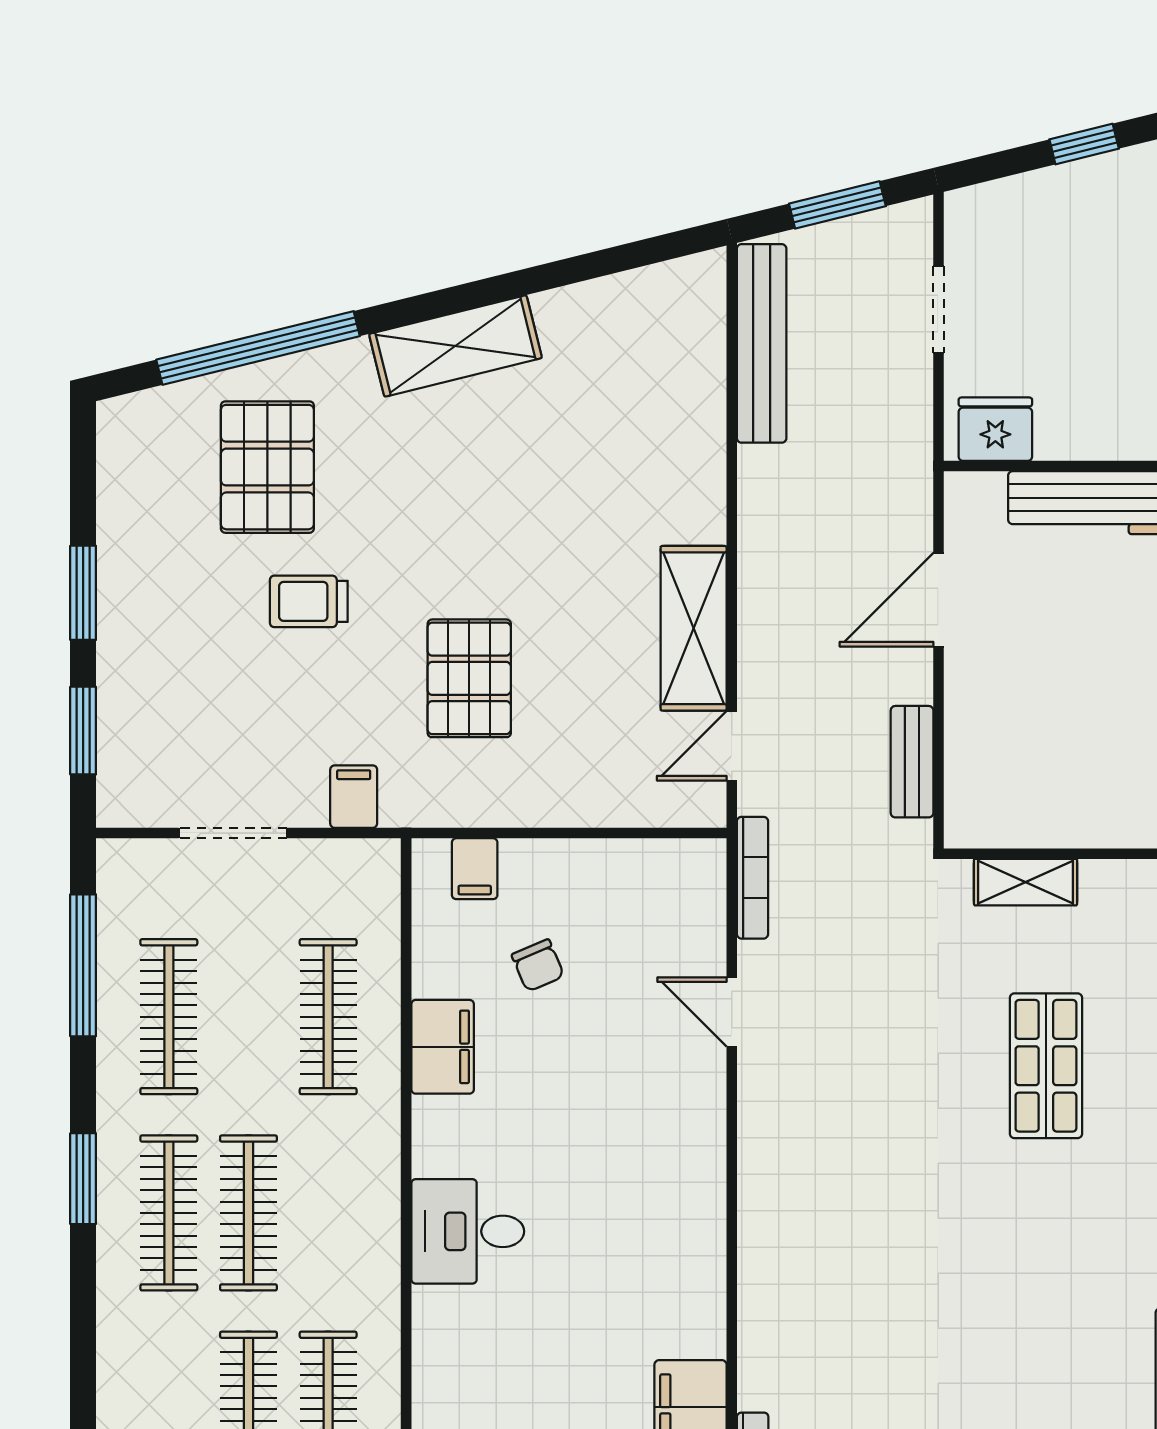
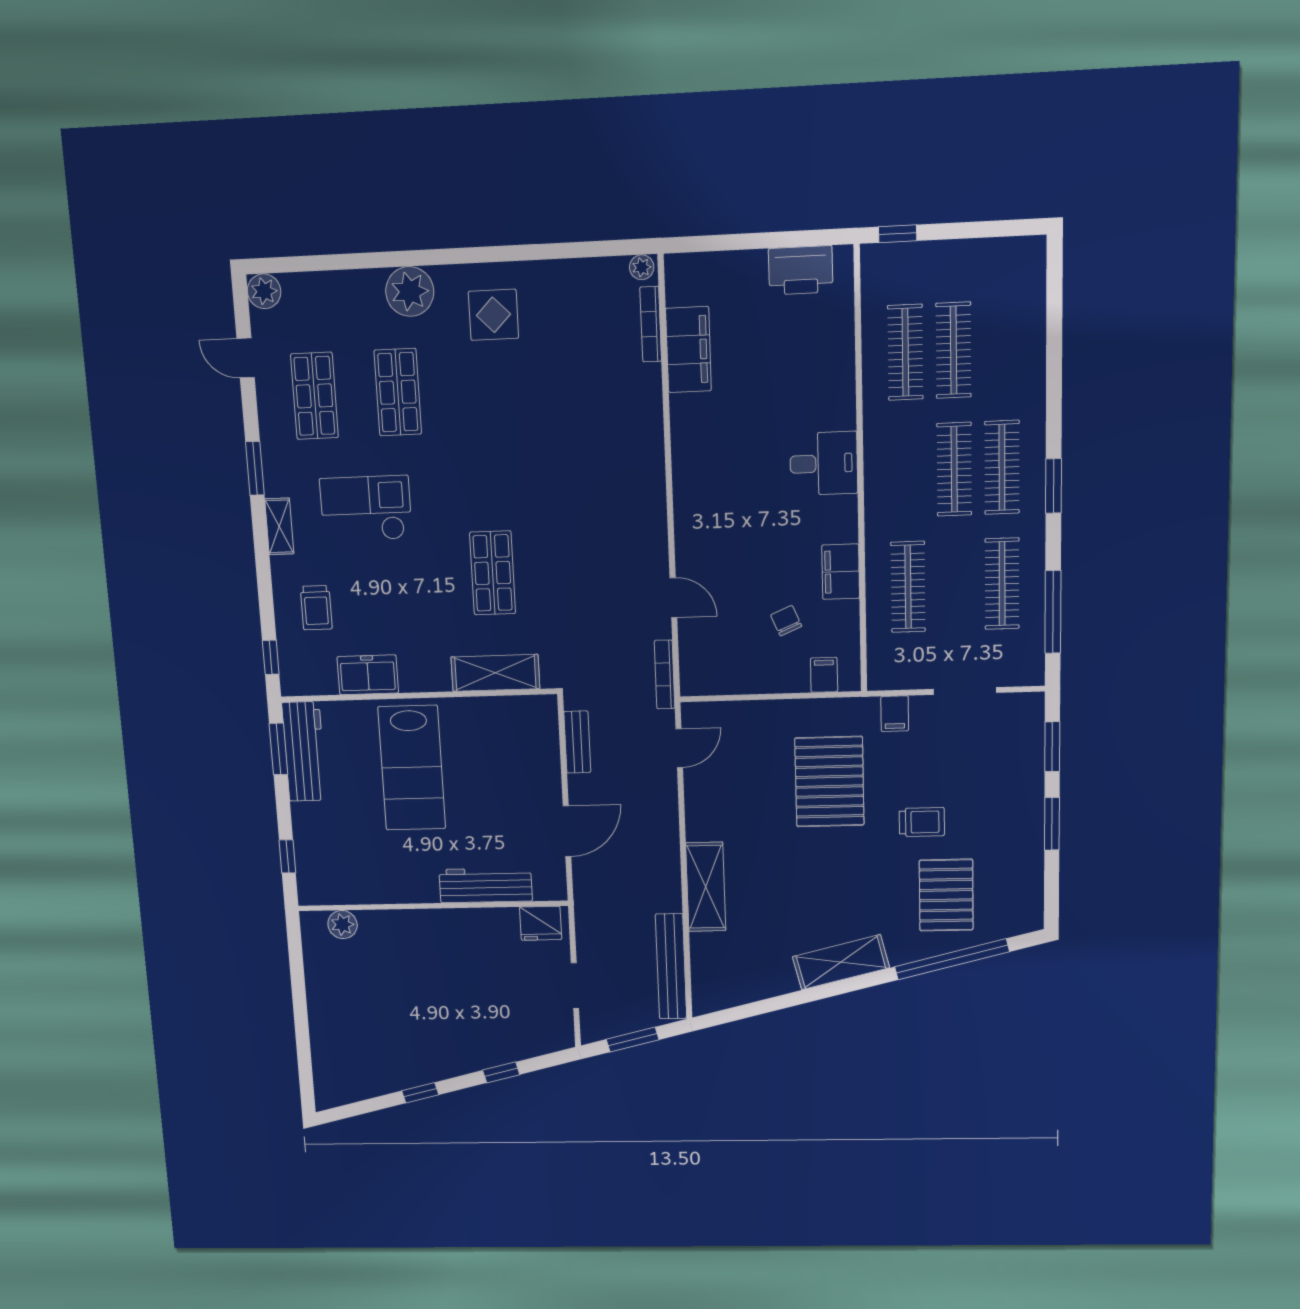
shelving: (694, 628) -> (706, 887), moved
pallet: (469, 678) -> (829, 782), width x1.37, depth x1.41
shelving: (1026, 882) -> (495, 673), width x1.50, depth x1.33

